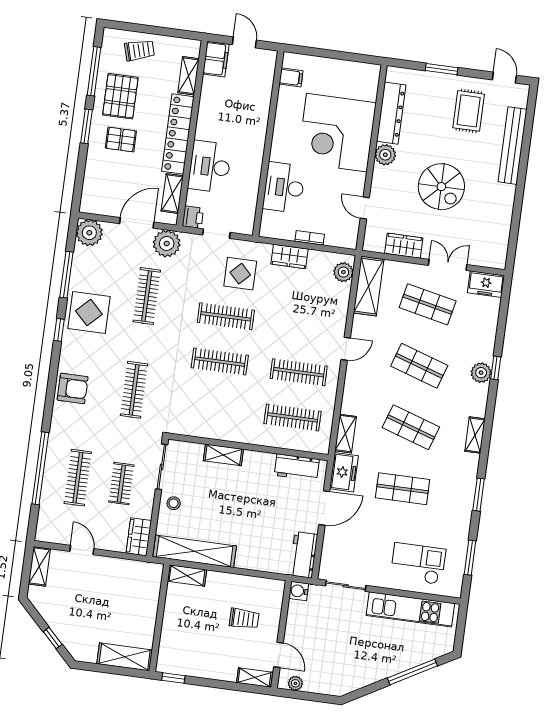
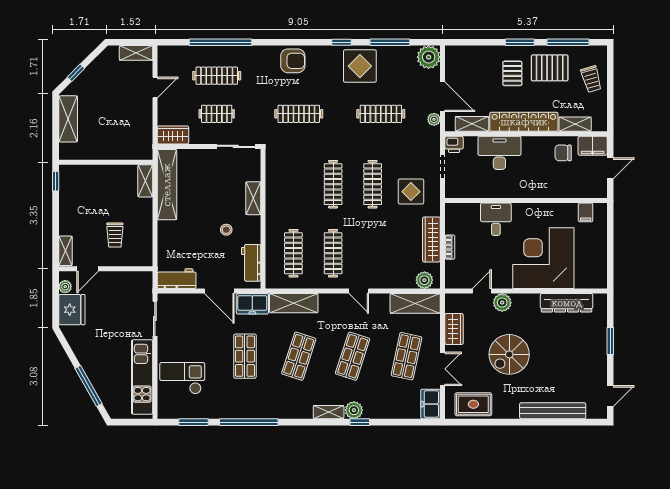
chair: (220, 94) -> (563, 153), added
rug: (469, 111) -> (473, 404), moved
plant: (385, 155) -> (502, 303), moved
desk: (284, 187) -> (496, 219), width x0.73
plant: (167, 243) -> (434, 119), width x0.53, depth x0.53
wardrobe: (289, 256) -> (431, 239), width x1.50
armchair: (73, 388) -> (293, 61), turned -90
shelving: (345, 434) -> (294, 303), width x1.50, depth x1.33
shelving: (475, 435) -> (329, 412), moved
window: (479, 495) -> (249, 422), width x2.11
stool: (174, 503) -> (226, 230), moved
checkout: (418, 564) -> (182, 378), turned -90
water cooler: (299, 591) -> (145, 279), removed
shelving: (125, 657) -> (68, 119), moved
fridge: (323, 679) -> (72, 310), added

